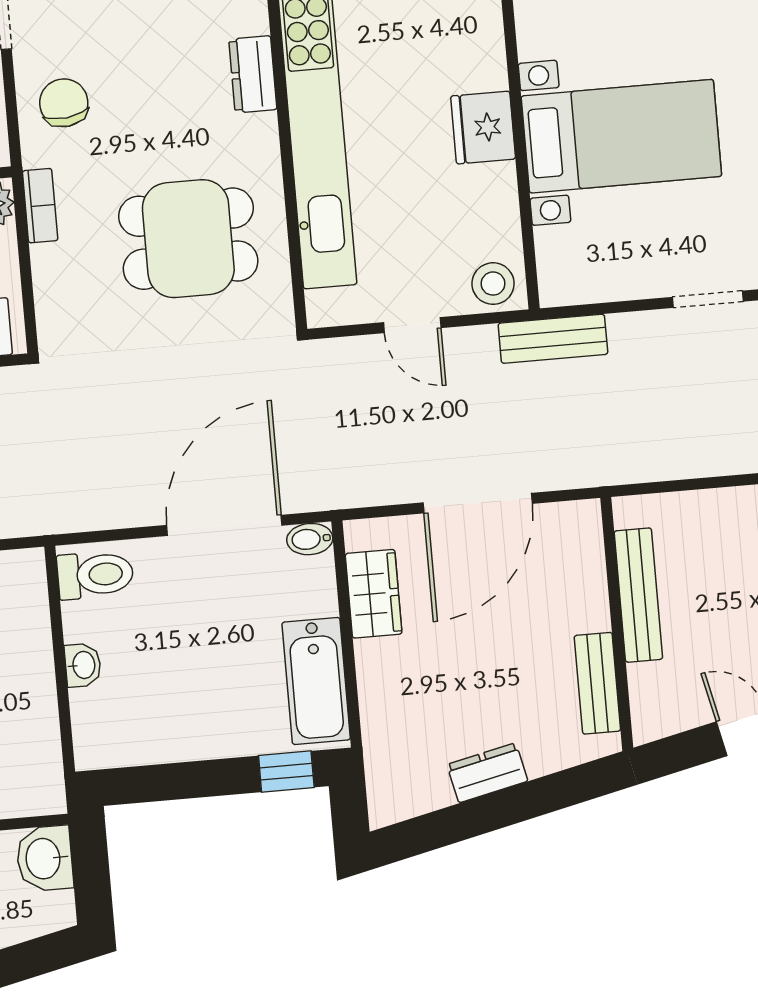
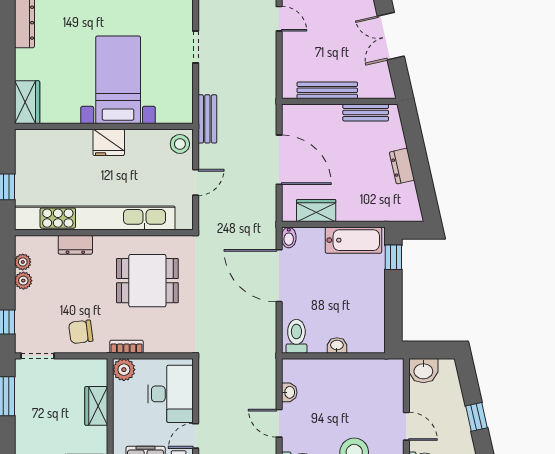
dining table: (188, 239) -> (147, 281), turned 90

